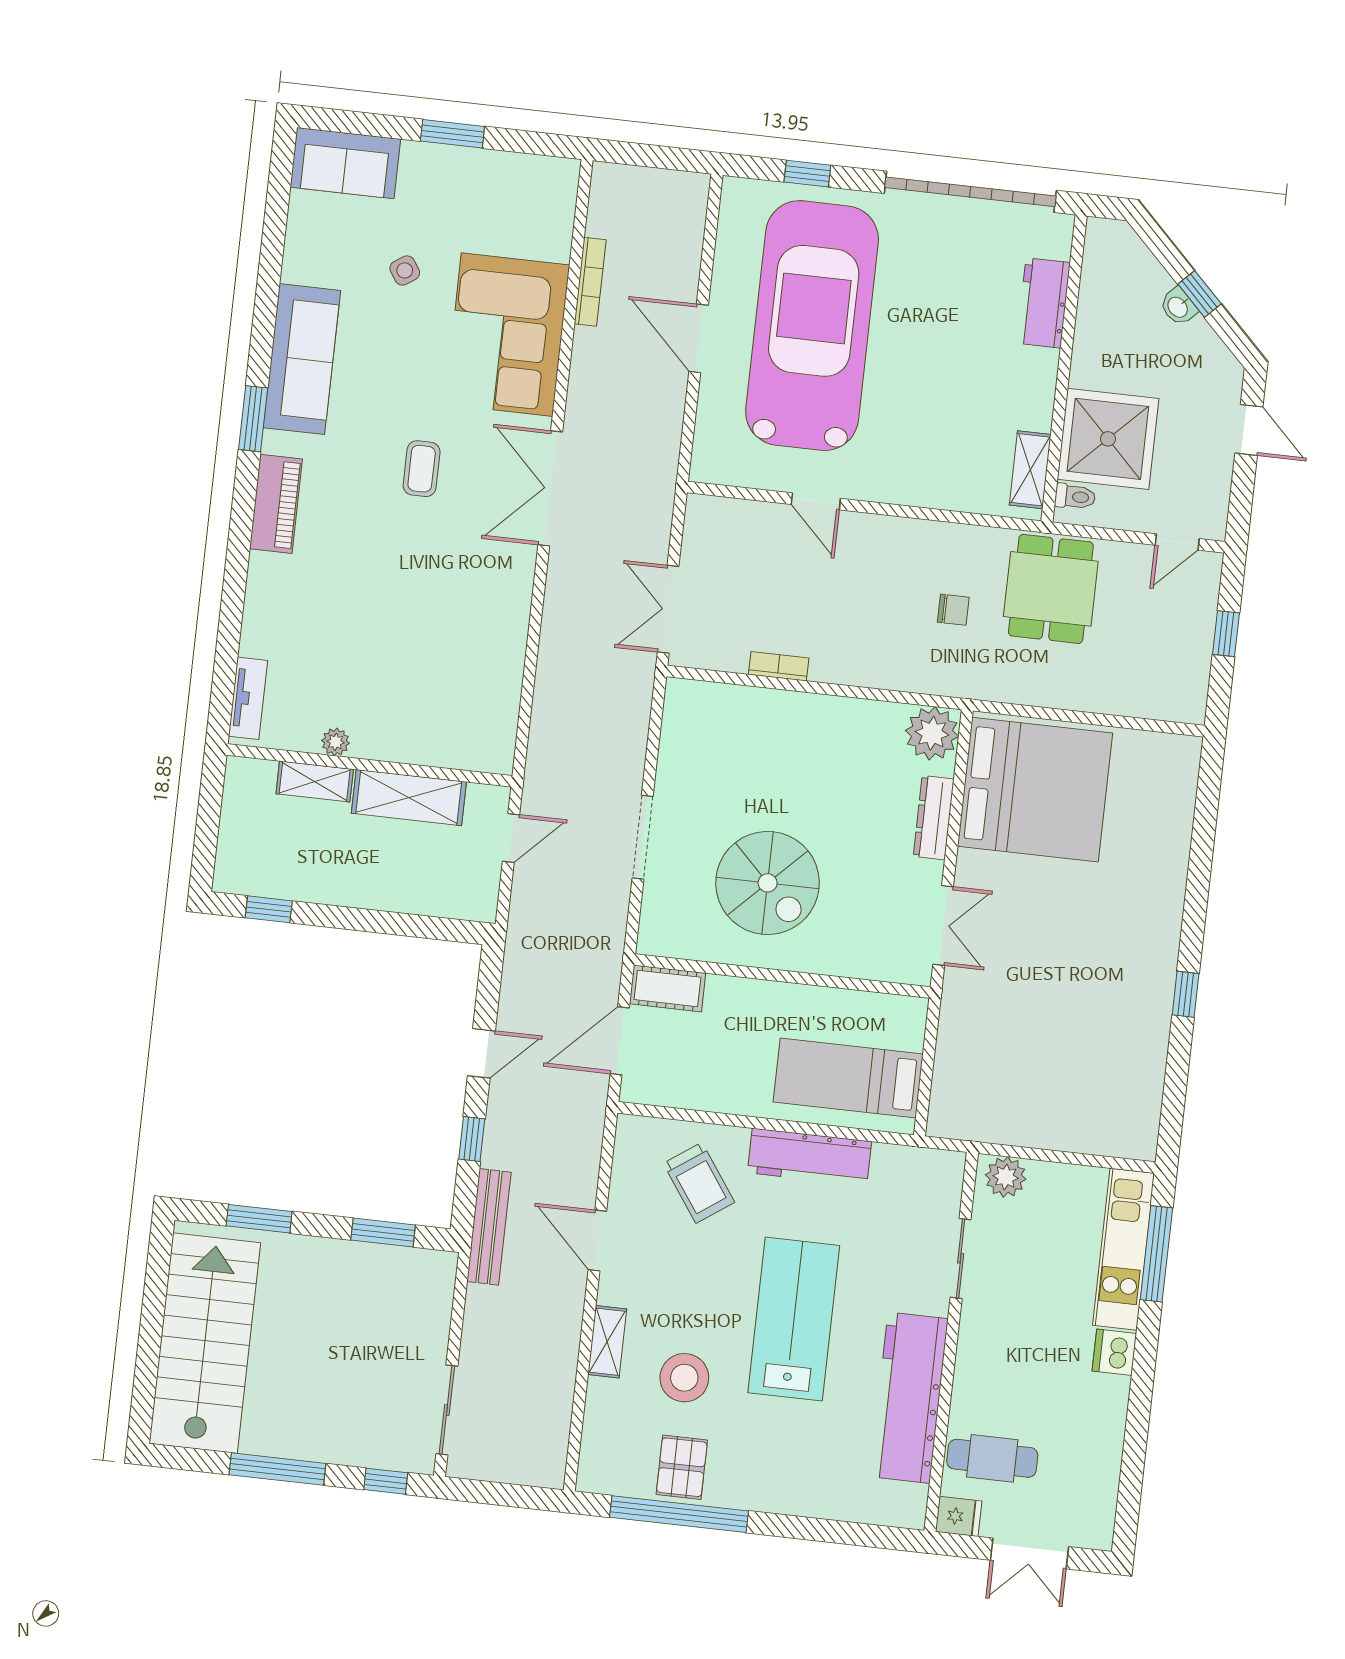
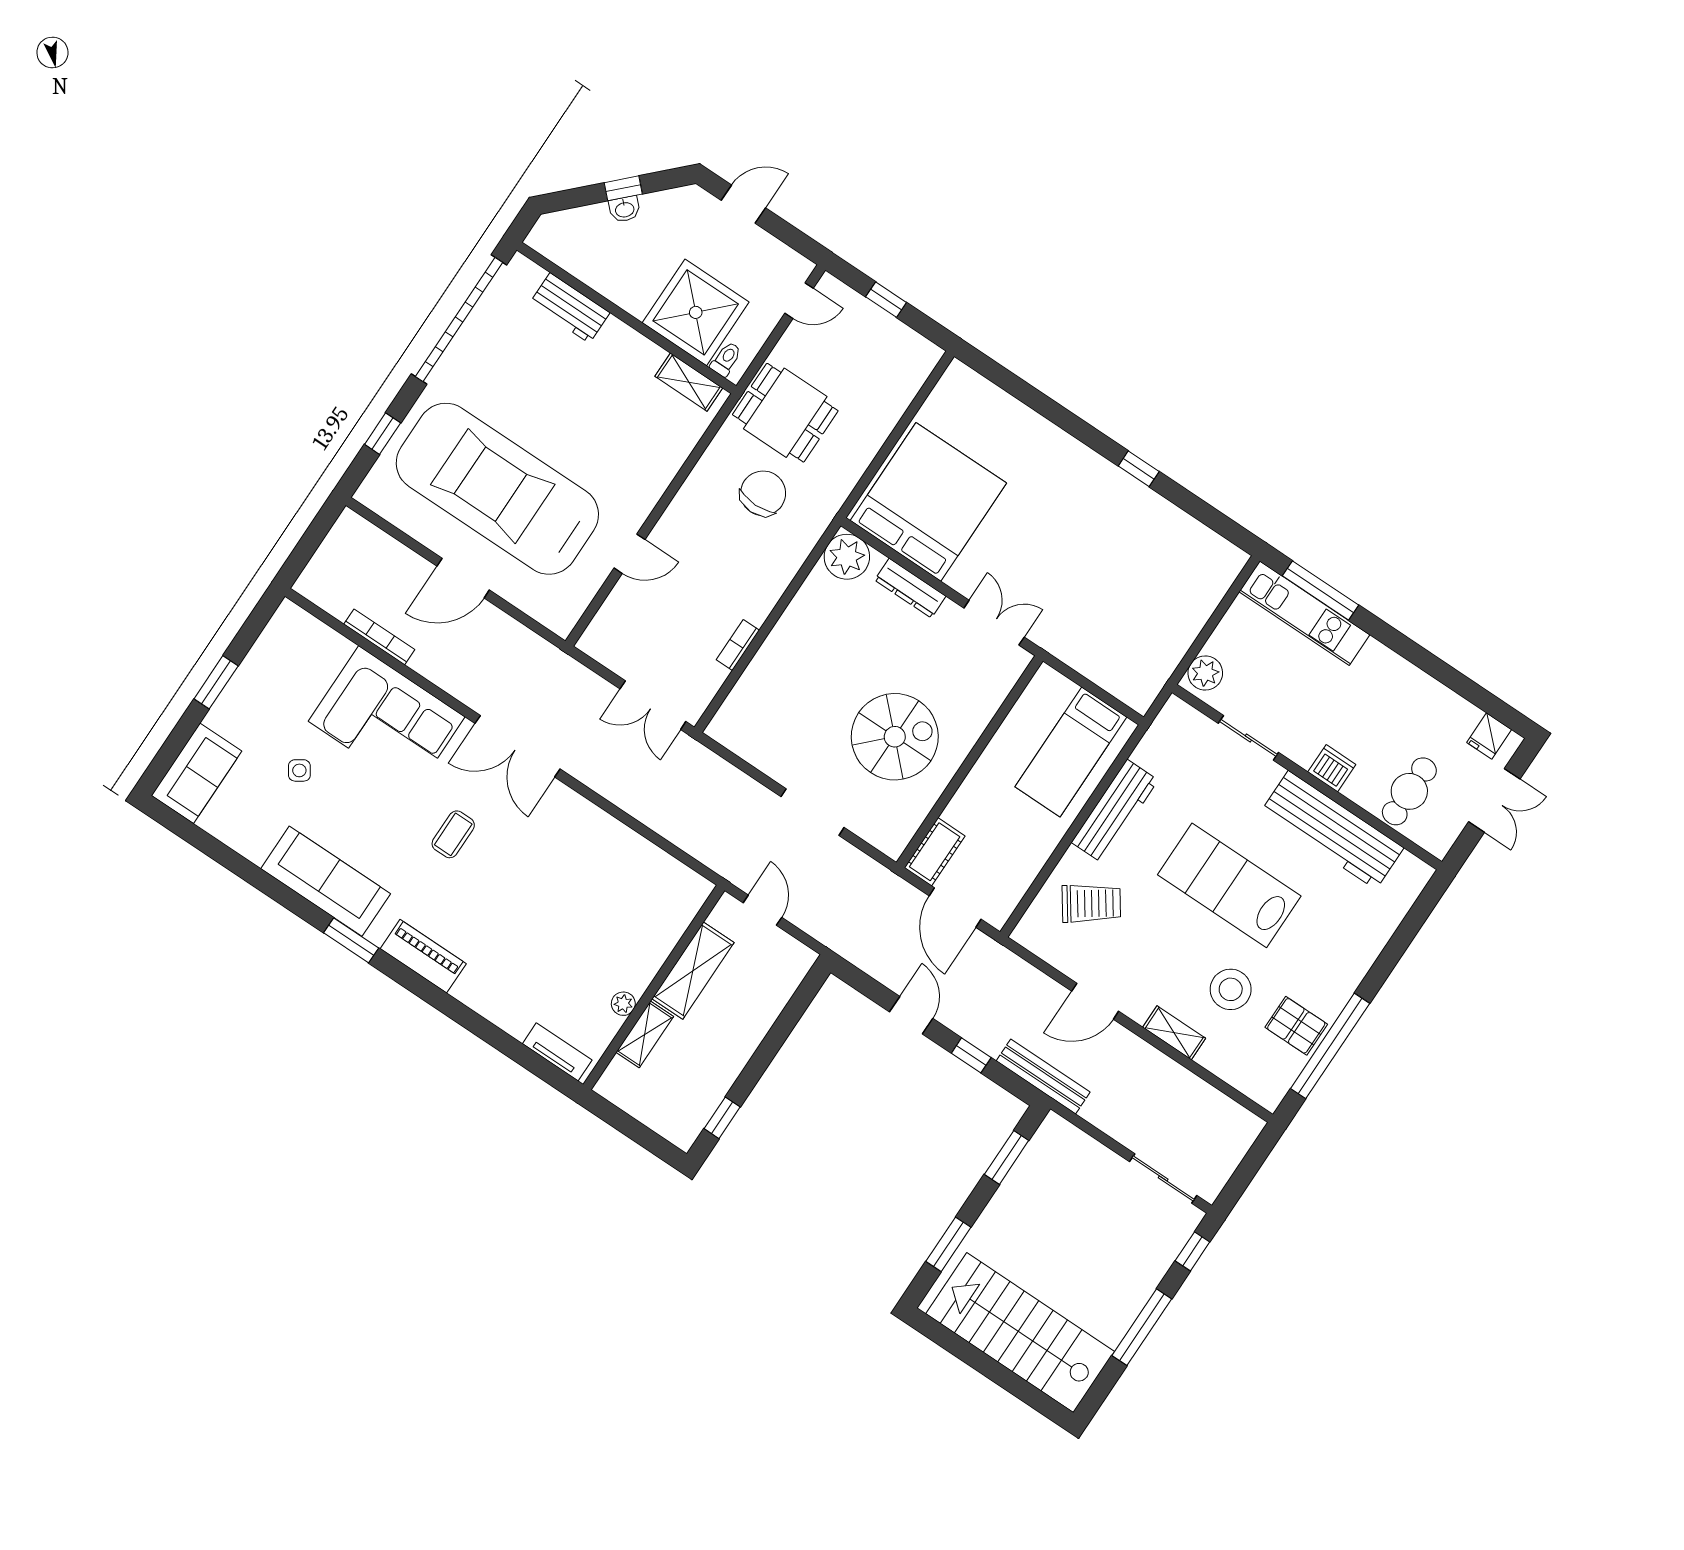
coffee table: (422, 469) -> (453, 834), turned 90
door: (1177, 542) -> (799, 301), hinge flipped
chair: (953, 610) -> (763, 493), width x1.87, depth x1.87
dishwasher: (1114, 1352) -> (1332, 768), moved, turned 180
fridge: (959, 1516) -> (1489, 736), moved, turned 180

